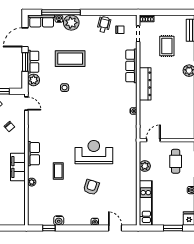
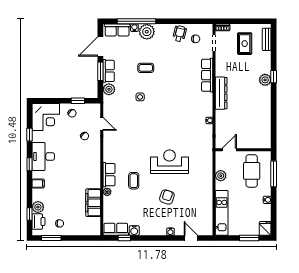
rug: (167, 46) -> (245, 44), moved
coffee table: (70, 59) -> (146, 68), width x0.54, depth x0.58
door: (26, 103) -> (102, 124), moved
row of seats: (34, 154) -> (109, 175), moved
cafe table: (176, 161) -> (252, 171), width x1.37, depth x1.35
filing cabinet: (18, 167) -> (93, 203), moved
row of seats: (40, 219) -> (116, 229), added

